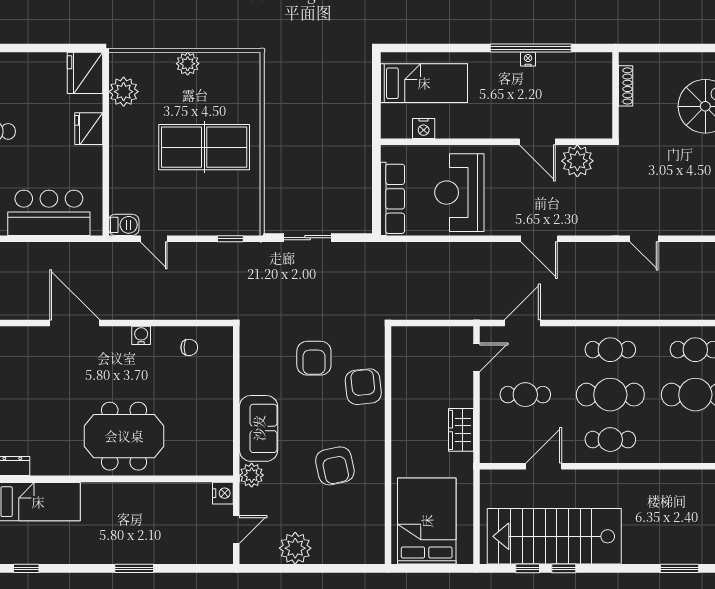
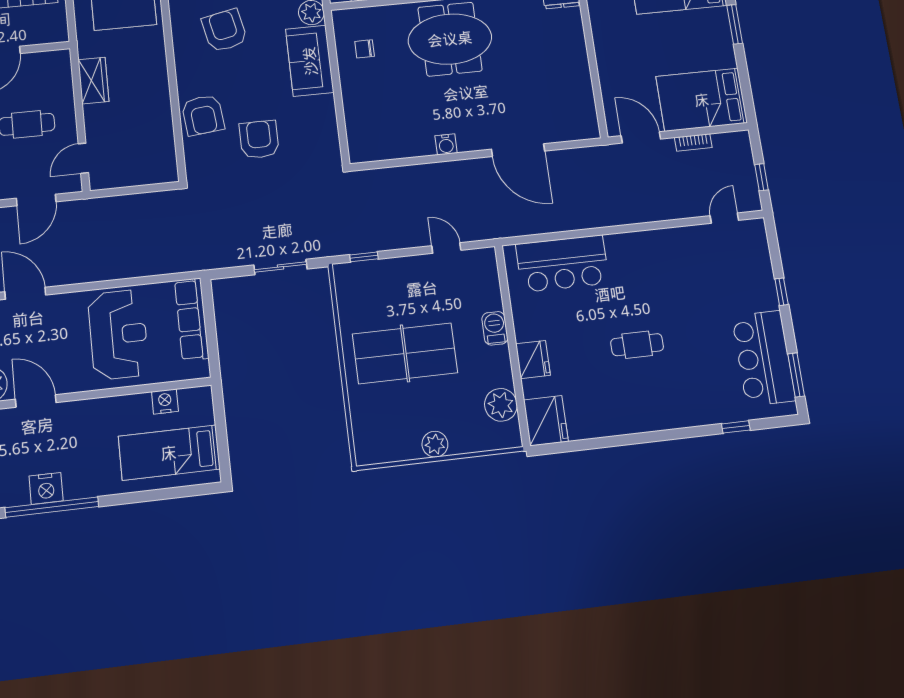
nightstand: (528, 59) -> (46, 488), width x1.89, depth x1.79
barbecue: (124, 225) -> (495, 328), moved, turned 90
chair: (189, 347) -> (365, 49), moved

